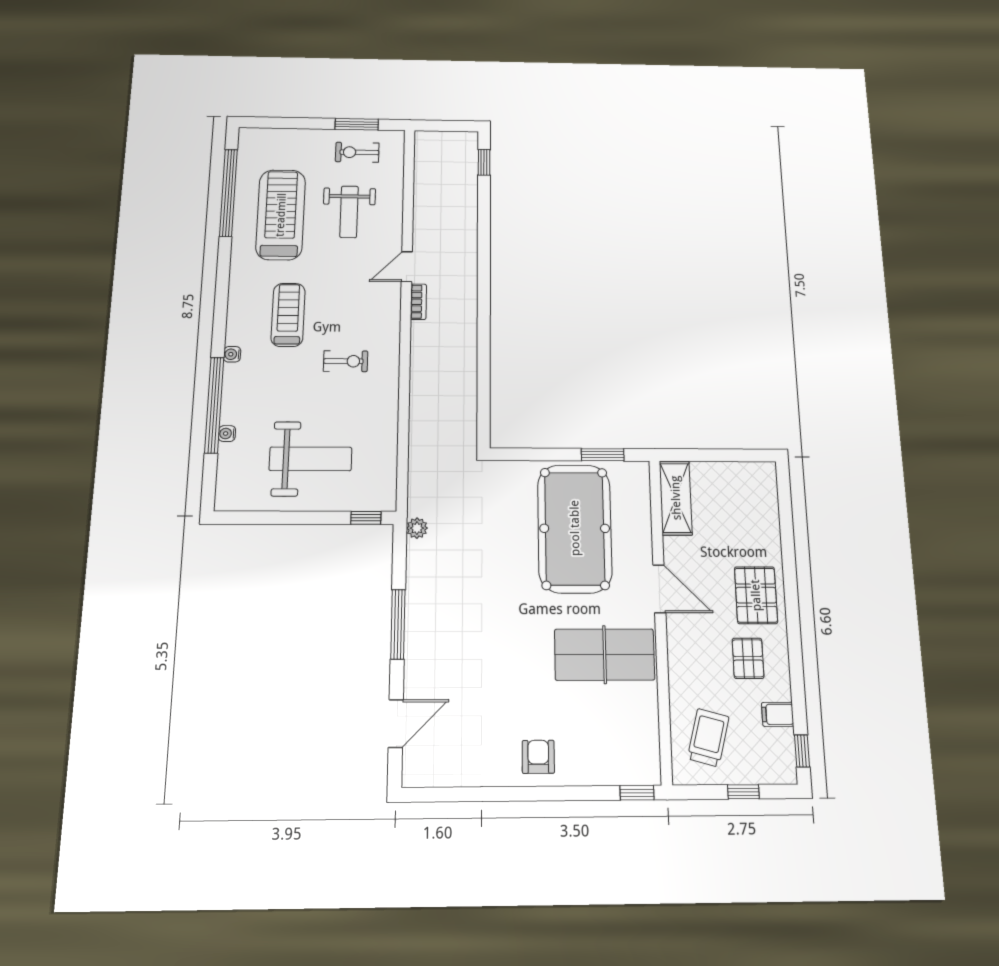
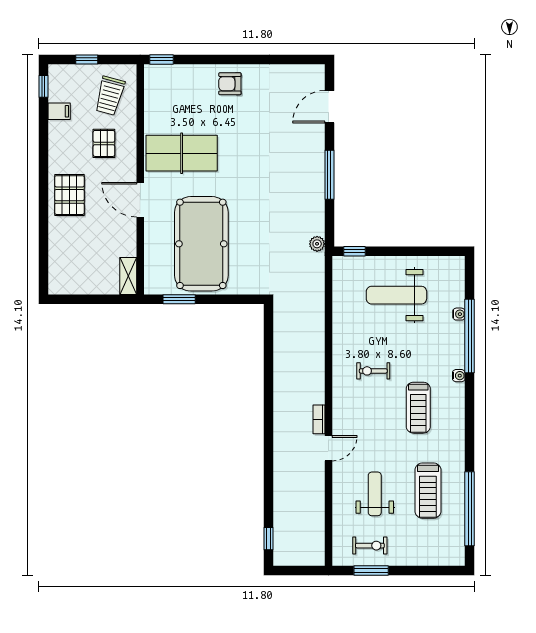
treadmill: (281, 215) -> (428, 491), width x0.73, depth x0.73
shelving: (676, 498) -> (128, 276), width x0.67, depth x0.75
pallet: (748, 658) -> (104, 143), moved
armchair: (538, 757) -> (230, 84), turned 90

